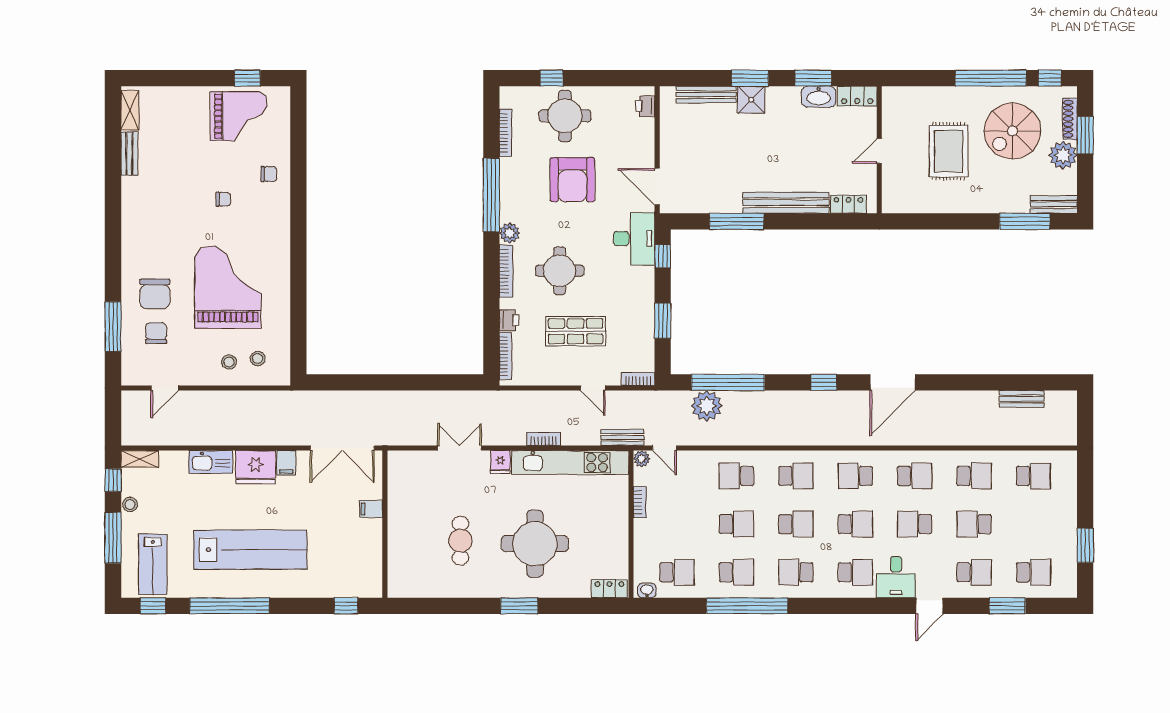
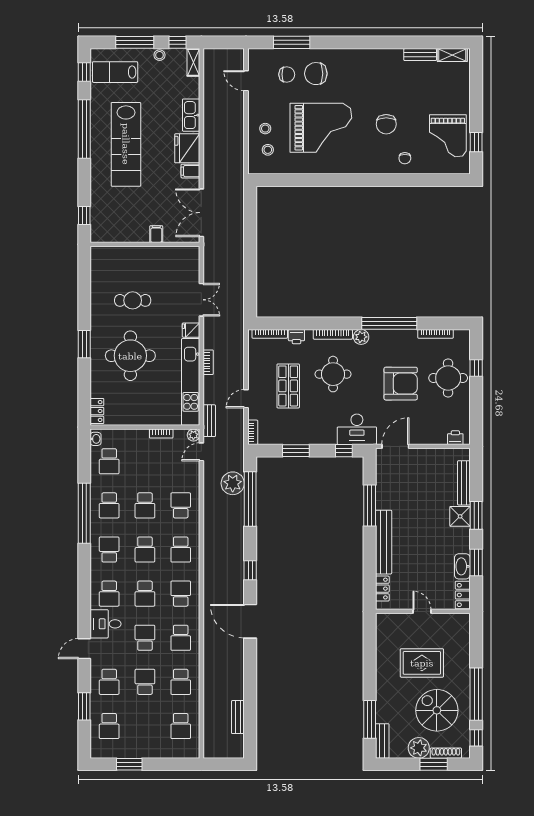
armchair: (572, 180) -> (401, 384), turned 180
chair: (223, 199) -> (386, 124), width x1.87, depth x1.87
door: (929, 606) -> (84, 649), hinge flipped

